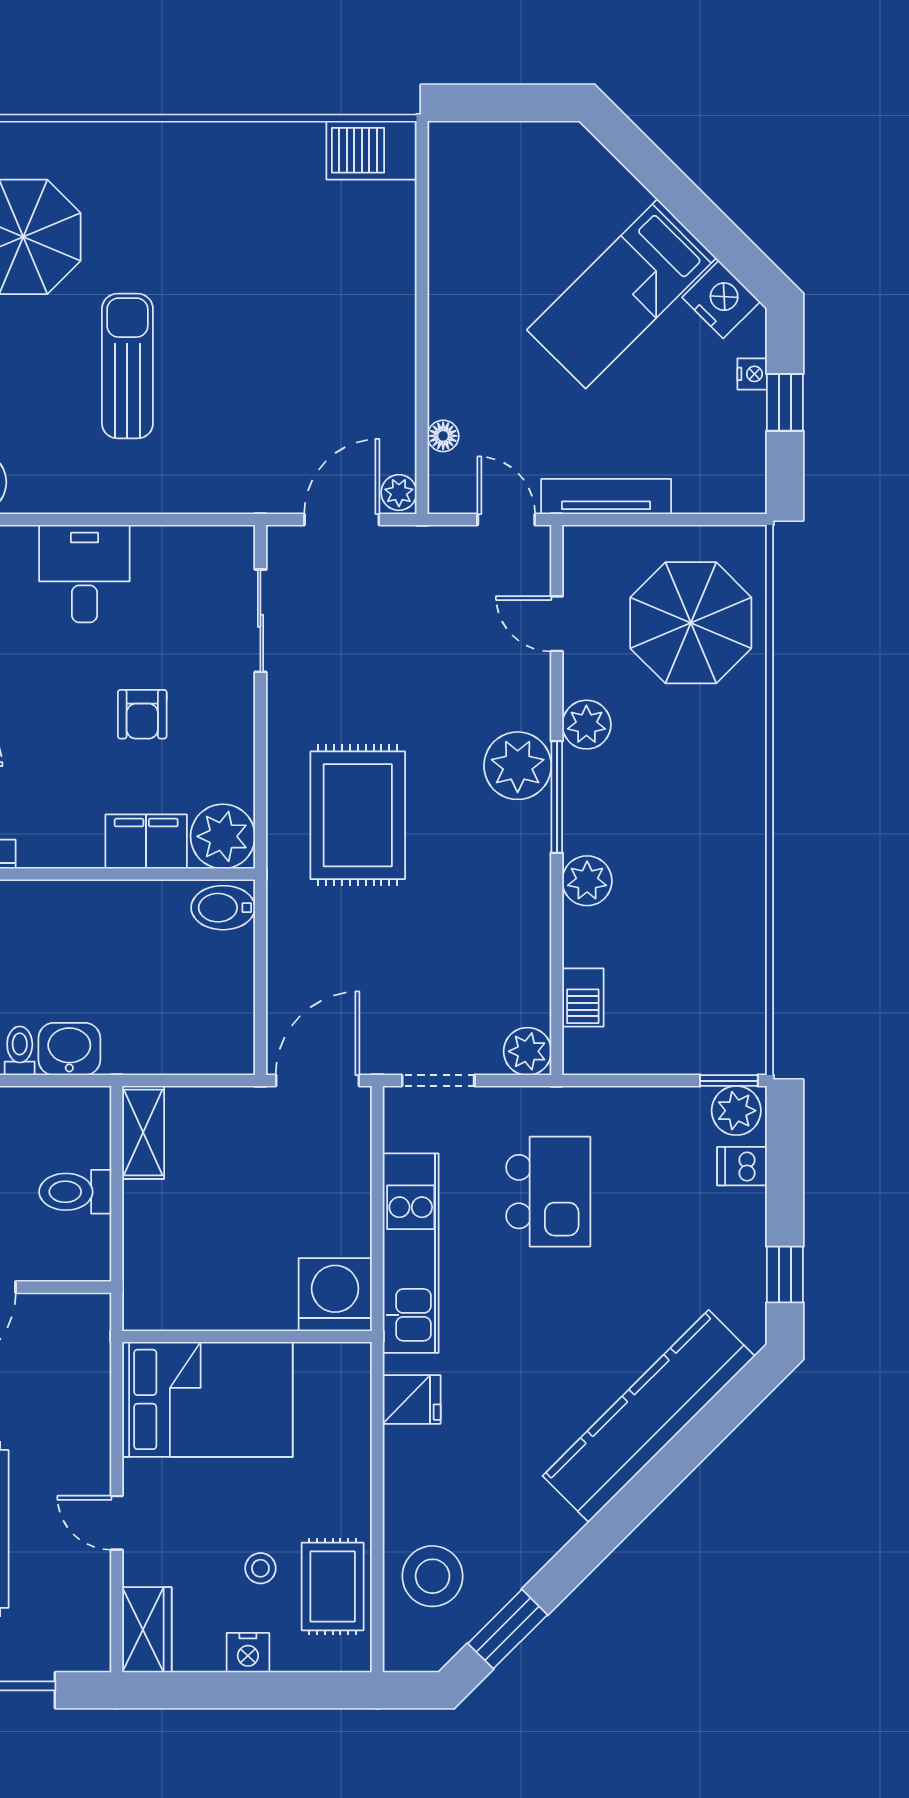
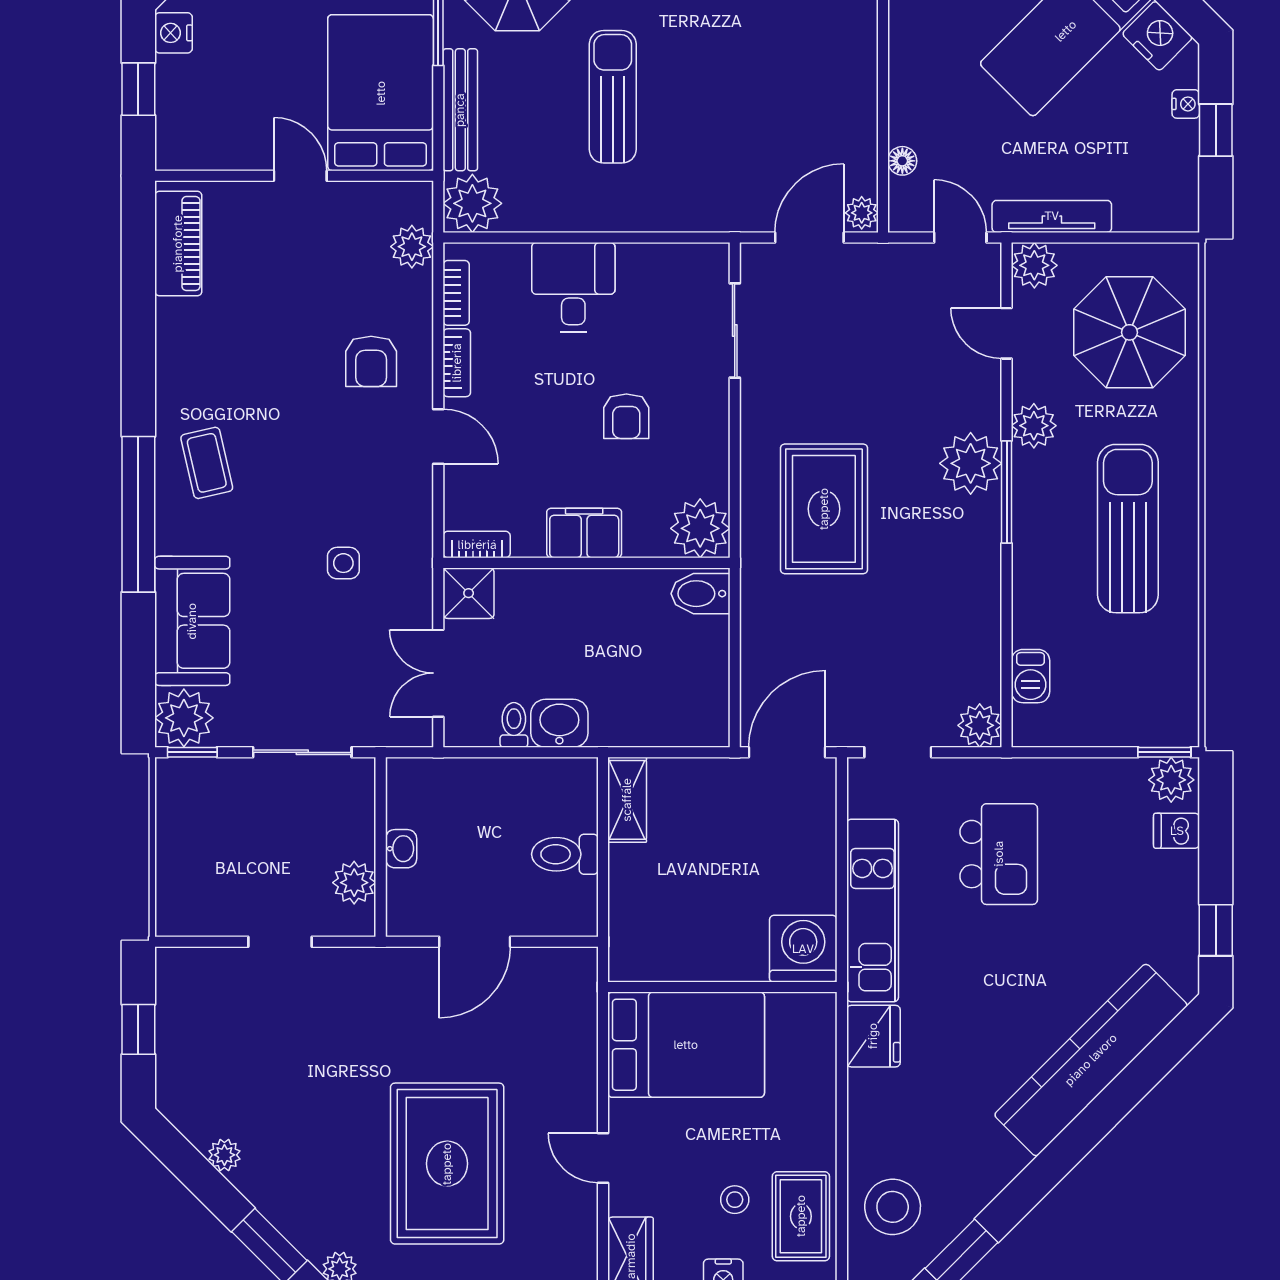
sun lounger: (689, 837) -> (1128, 529), added
filing cabinet: (146, 842) -> (584, 533), moved
plant: (587, 881) -> (1034, 265), moved
fridge: (412, 1399) -> (873, 1036), width x1.38

